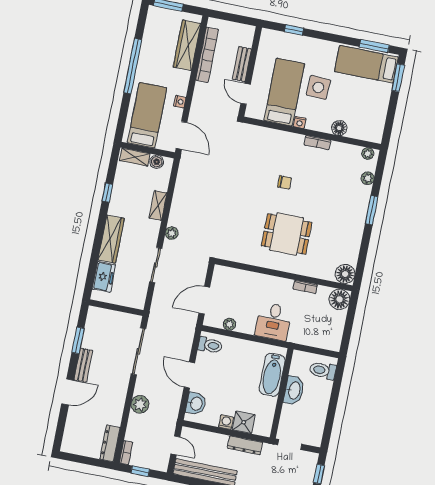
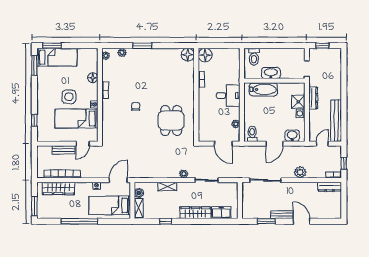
bed: (366, 64) -> (57, 57), moved, turned -90
dining table: (287, 234) -> (171, 120), moved

